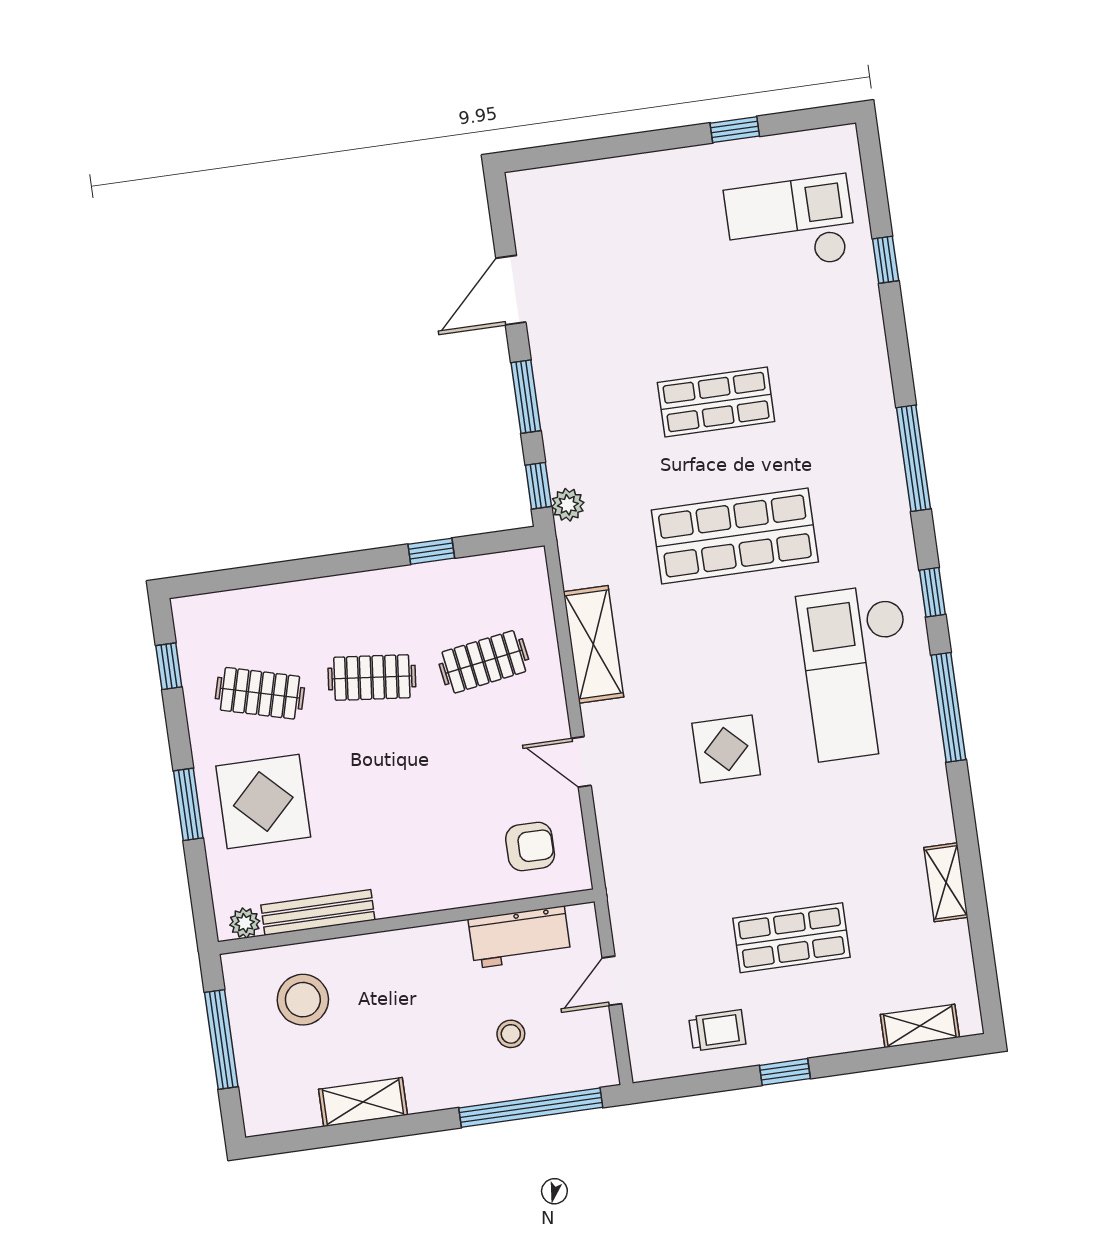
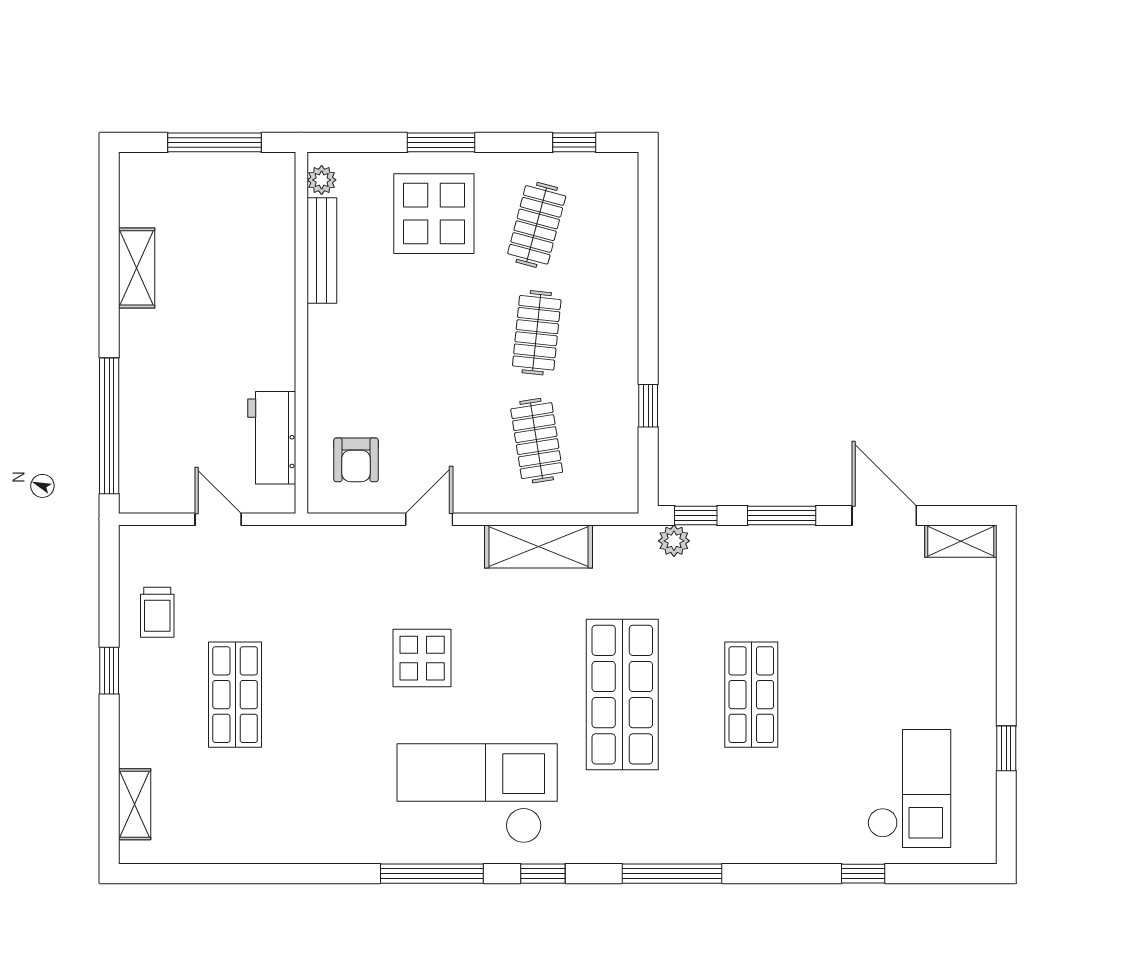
shelving: (946, 882) -> (961, 541), moved
stool: (303, 1000) -> (241, 225), removed
stool: (511, 1034) -> (181, 417), removed

